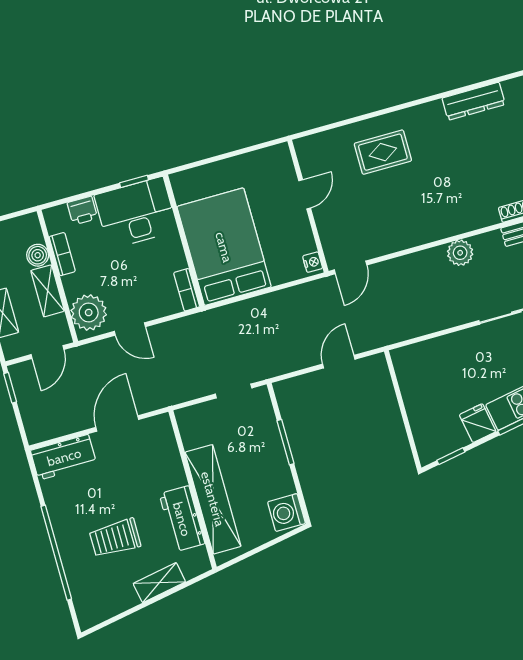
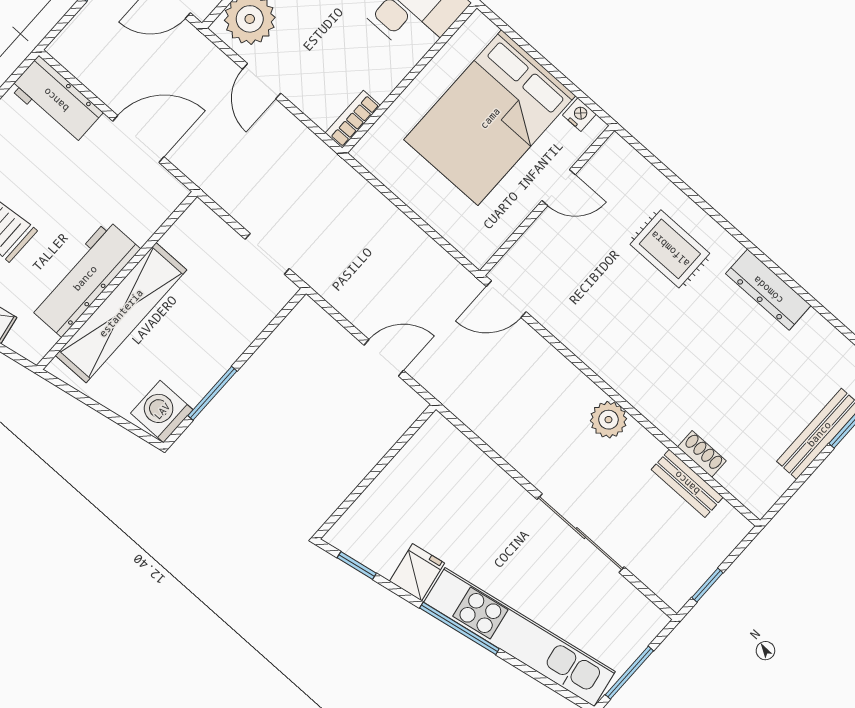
dresser: (474, 101) -> (768, 290), moved
bed: (224, 247) -> (490, 118), moved, turned 180
nightstand: (313, 262) -> (579, 115), moved, turned -90
window: (286, 442) -> (212, 393), moved
workbench: (182, 519) -> (85, 278), width x1.38

